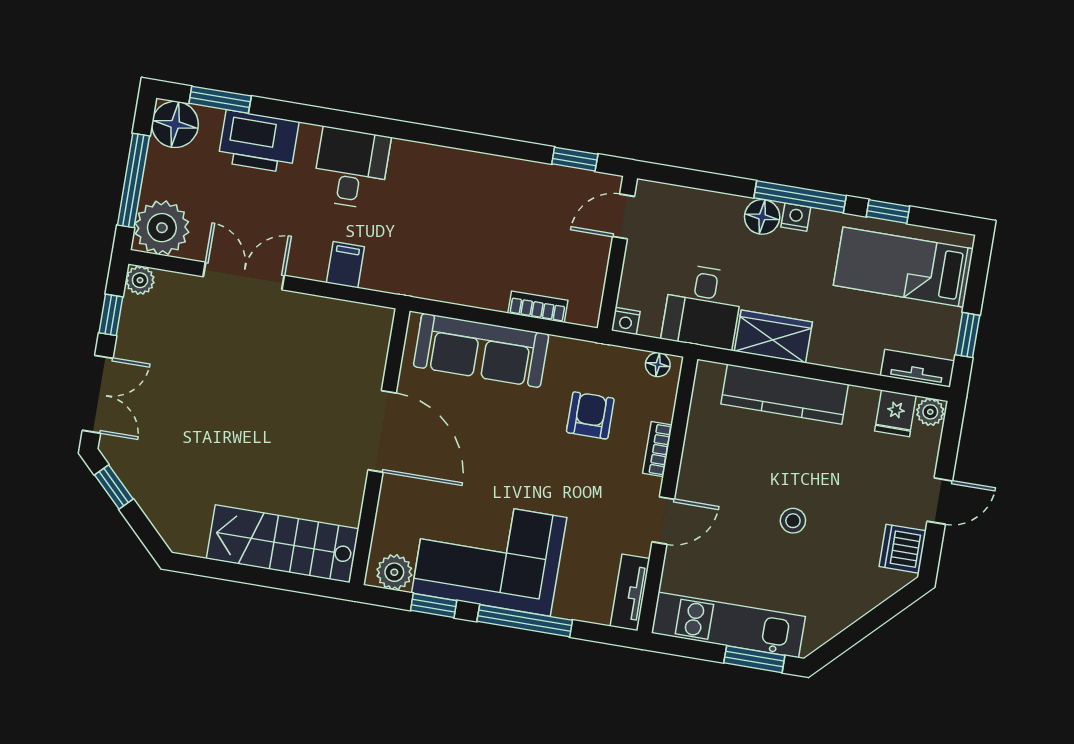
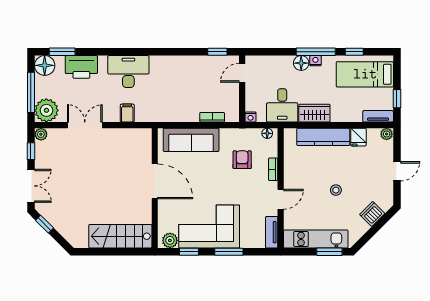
desk: (351, 168) -> (128, 72), width x1.37
fridge: (895, 413) -> (358, 137), moved
dishwasher: (903, 549) -> (372, 214), moved, turned 45
window: (525, 621) -> (229, 252), width x0.69

